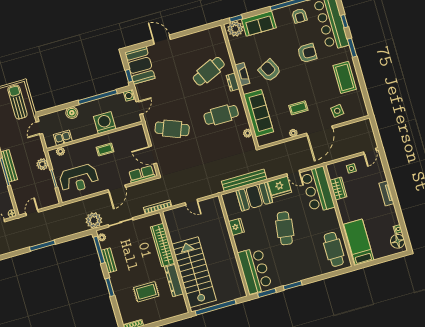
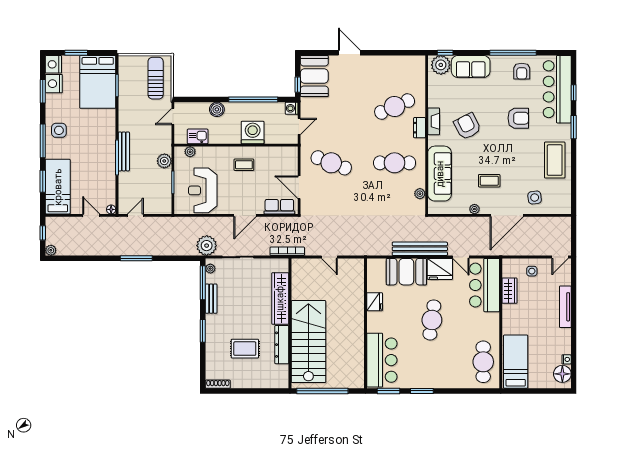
reception desk: (79, 179) -> (203, 190), turned 90
bench: (244, 180) -> (420, 249), moved
tv unit: (386, 193) -> (565, 307), width x1.41

